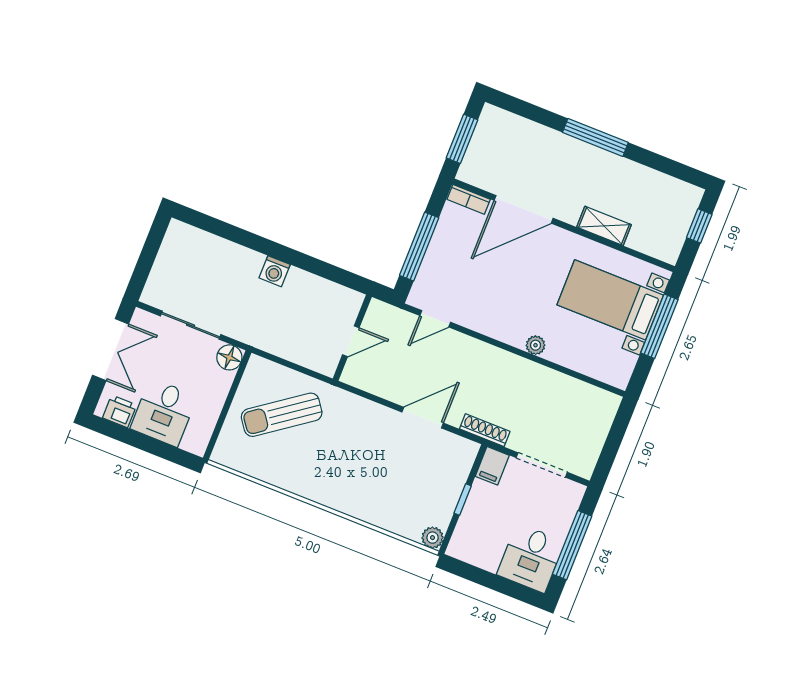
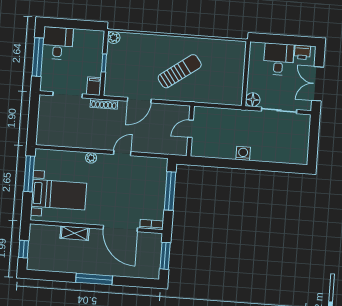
door: (524, 209) -> (120, 229), swing flipped
door: (435, 319) -> (122, 153), moved
window: (659, 326) -> (29, 174), moved
sun lounger: (282, 415) -> (180, 71), moved

